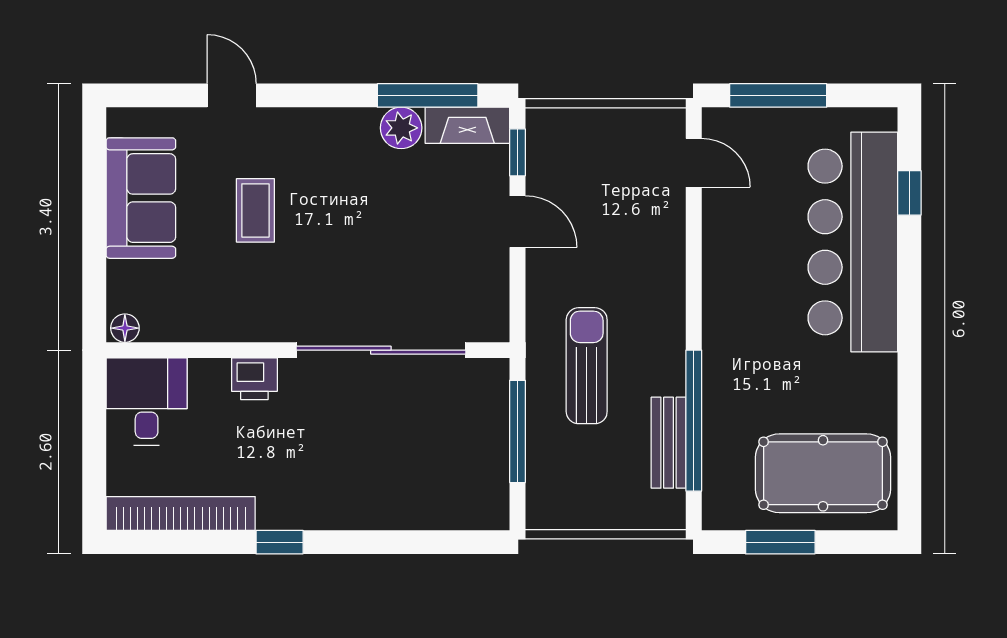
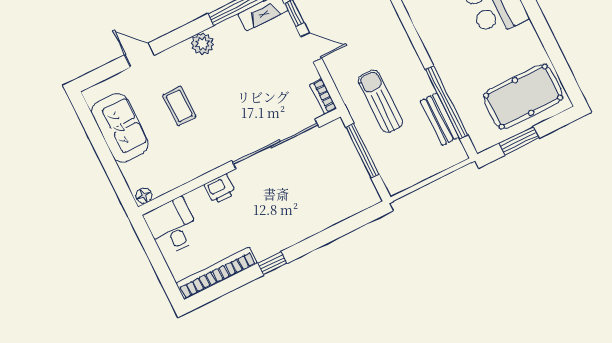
plant: (401, 128) -> (202, 44), moved
bookcase: (497, 312) -> (323, 97), added

